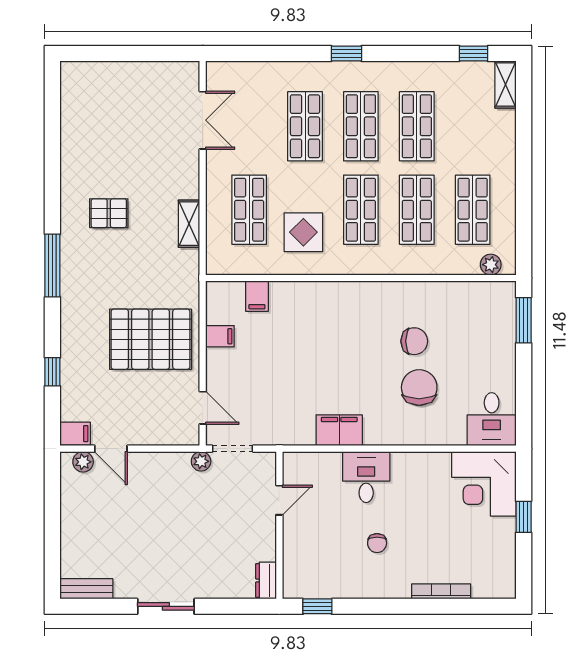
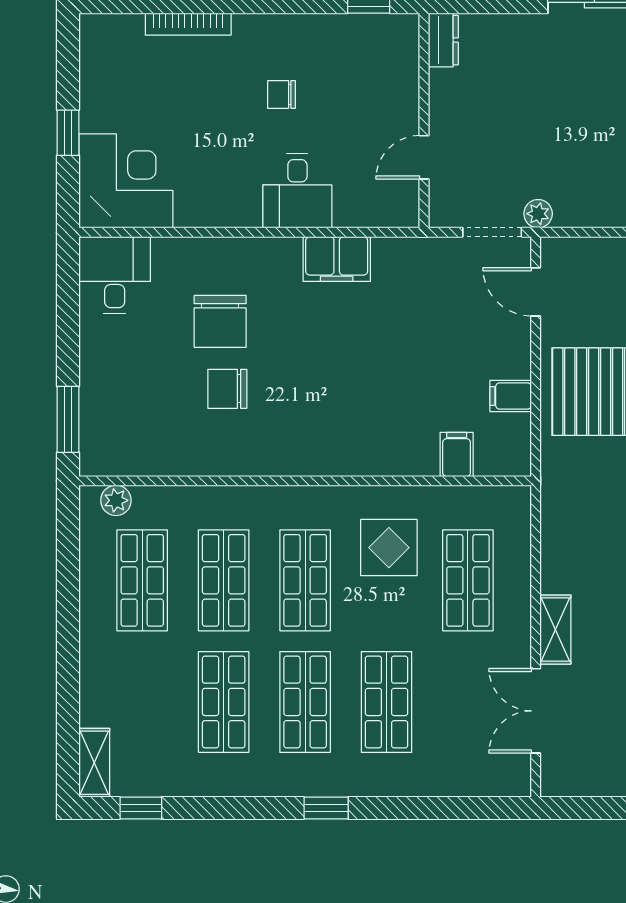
shelving: (189, 224) -> (555, 630), moved
chair: (377, 543) -> (282, 95), turned -90

